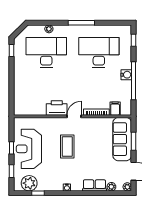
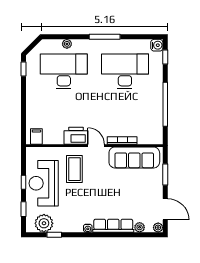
water cooler: (126, 75) -> (157, 45), moved
filing cabinet: (115, 109) -> (36, 137), moved
door: (74, 116) -> (96, 146), hinge flipped
sofa: (122, 139) -> (134, 157), moved, turned -90
coffee table: (67, 146) -> (74, 169), moved
row of seats: (94, 185) -> (113, 226), width x1.48

